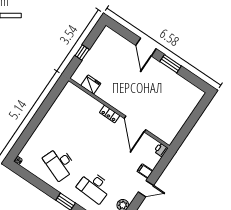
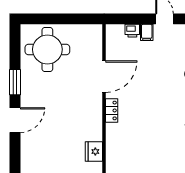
round table: (178, 99) -> (47, 49), added
printer: (161, 150) -> (132, 31), moved

